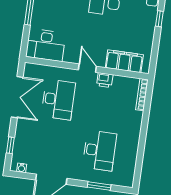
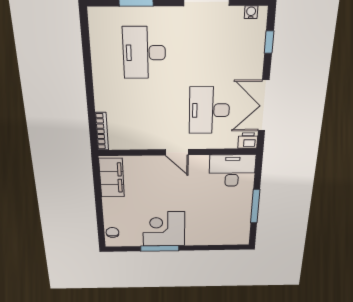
window: (159, 19) -> (100, 216), removed
filing cabinet: (124, 61) -> (112, 178), moved, turned -90
printer: (105, 80) -> (248, 141), moved

